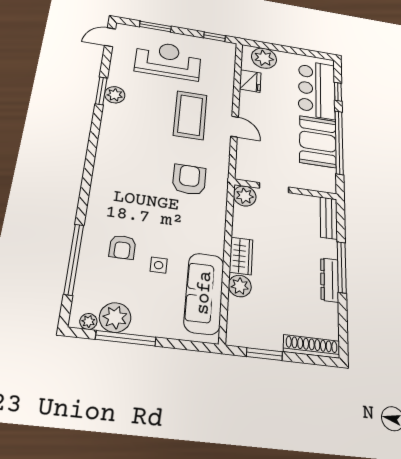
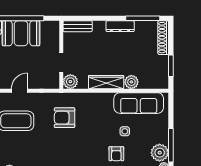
armchair: (122, 247) -> (116, 154), turned 90
wardrobe: (241, 256) -> (106, 82), width x1.50
window: (342, 267) -> (143, 18), moved

